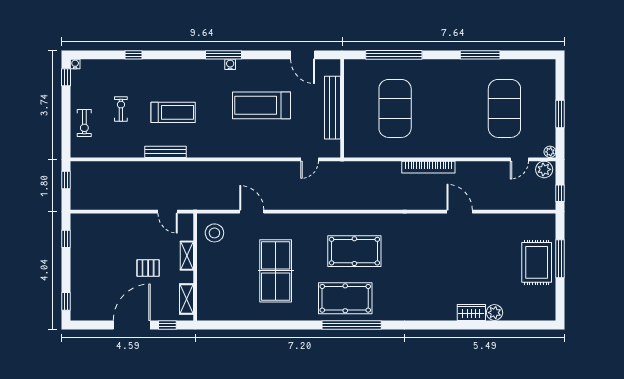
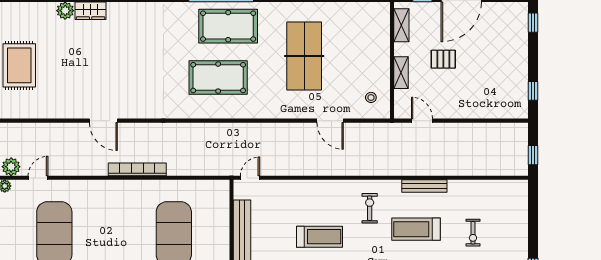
treadmill: (261, 105) -> (320, 237), width x0.73, depth x0.73
exercise bike: (84, 123) -> (370, 208), moved
door: (310, 159) -> (250, 178), moved
stool: (214, 233) -> (371, 97), width x0.53, depth x0.53

